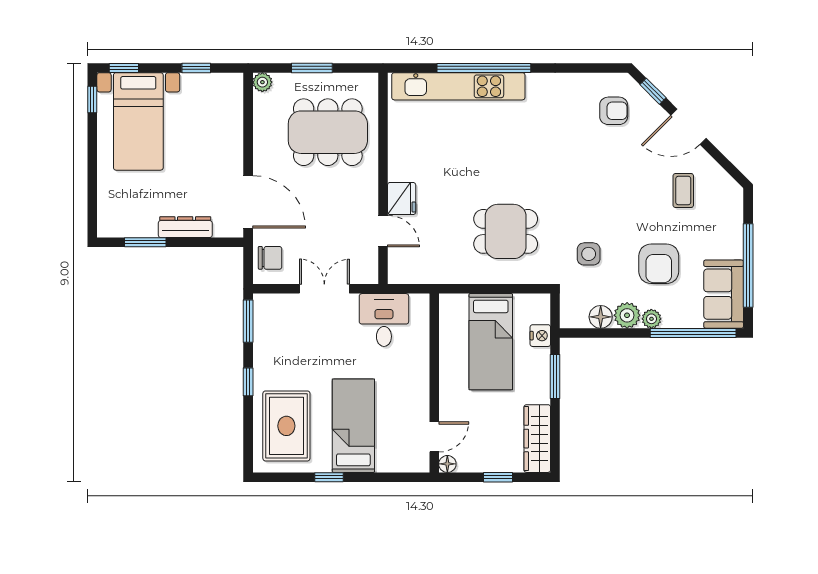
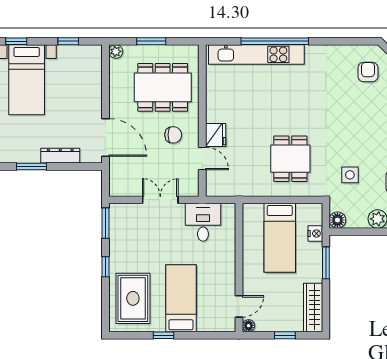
armchair: (614, 111) -> (368, 72), turned -90
dining table: (506, 231) -> (290, 159), turned 90
chair: (270, 258) -> (173, 135), moved
floor lamp: (601, 317) -> (337, 220), moved

